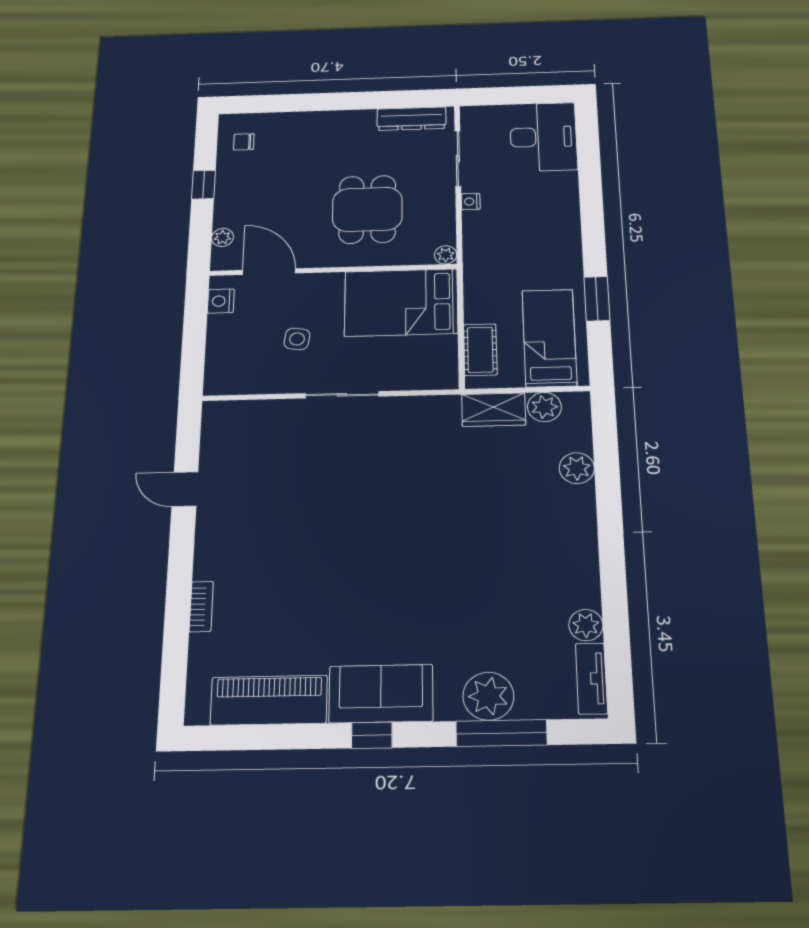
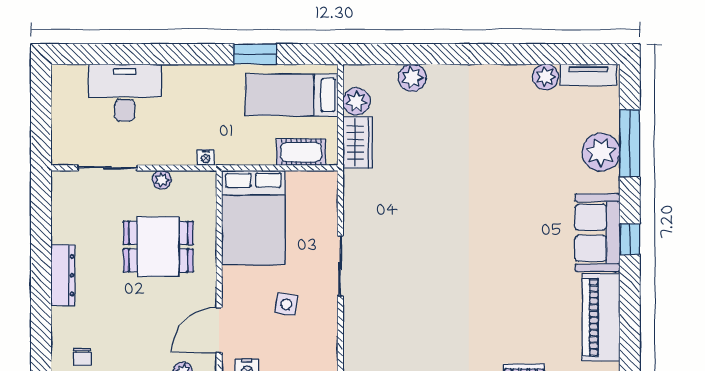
dresser: (411, 119) -> (63, 275), moved
desk: (543, 137) -> (125, 93), moved
nightstand: (471, 202) -> (206, 158), moved
plant: (446, 255) -> (162, 180), moved

